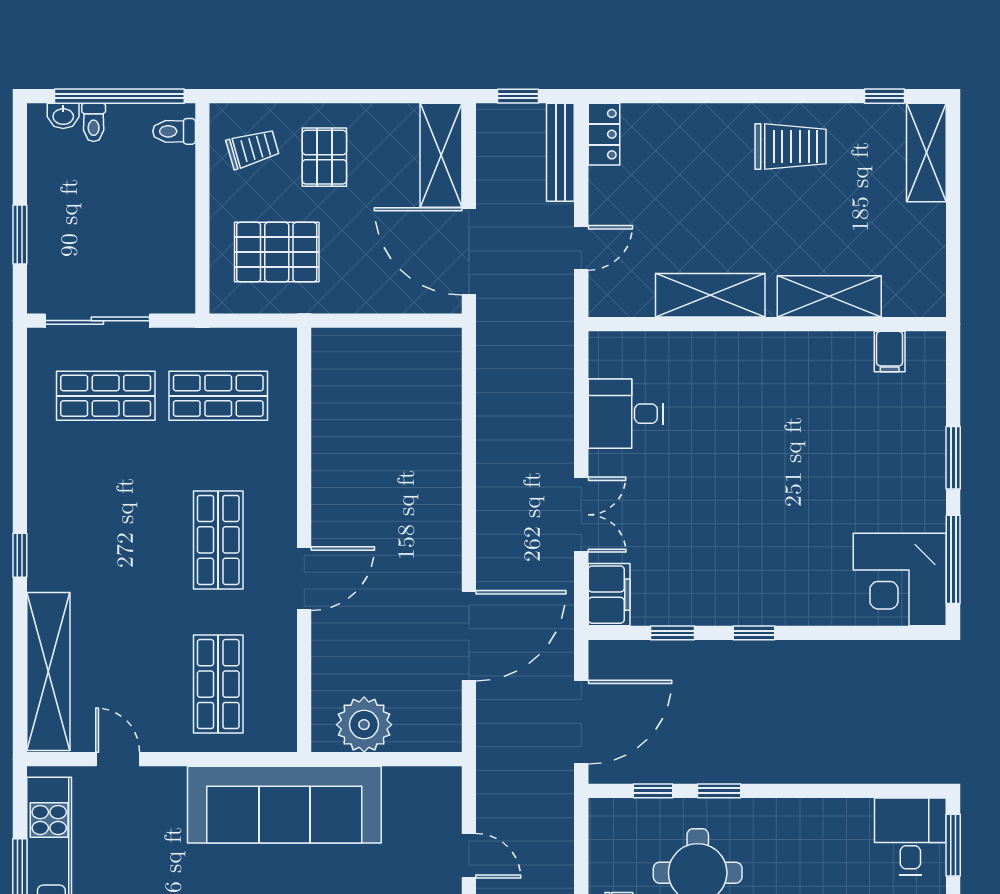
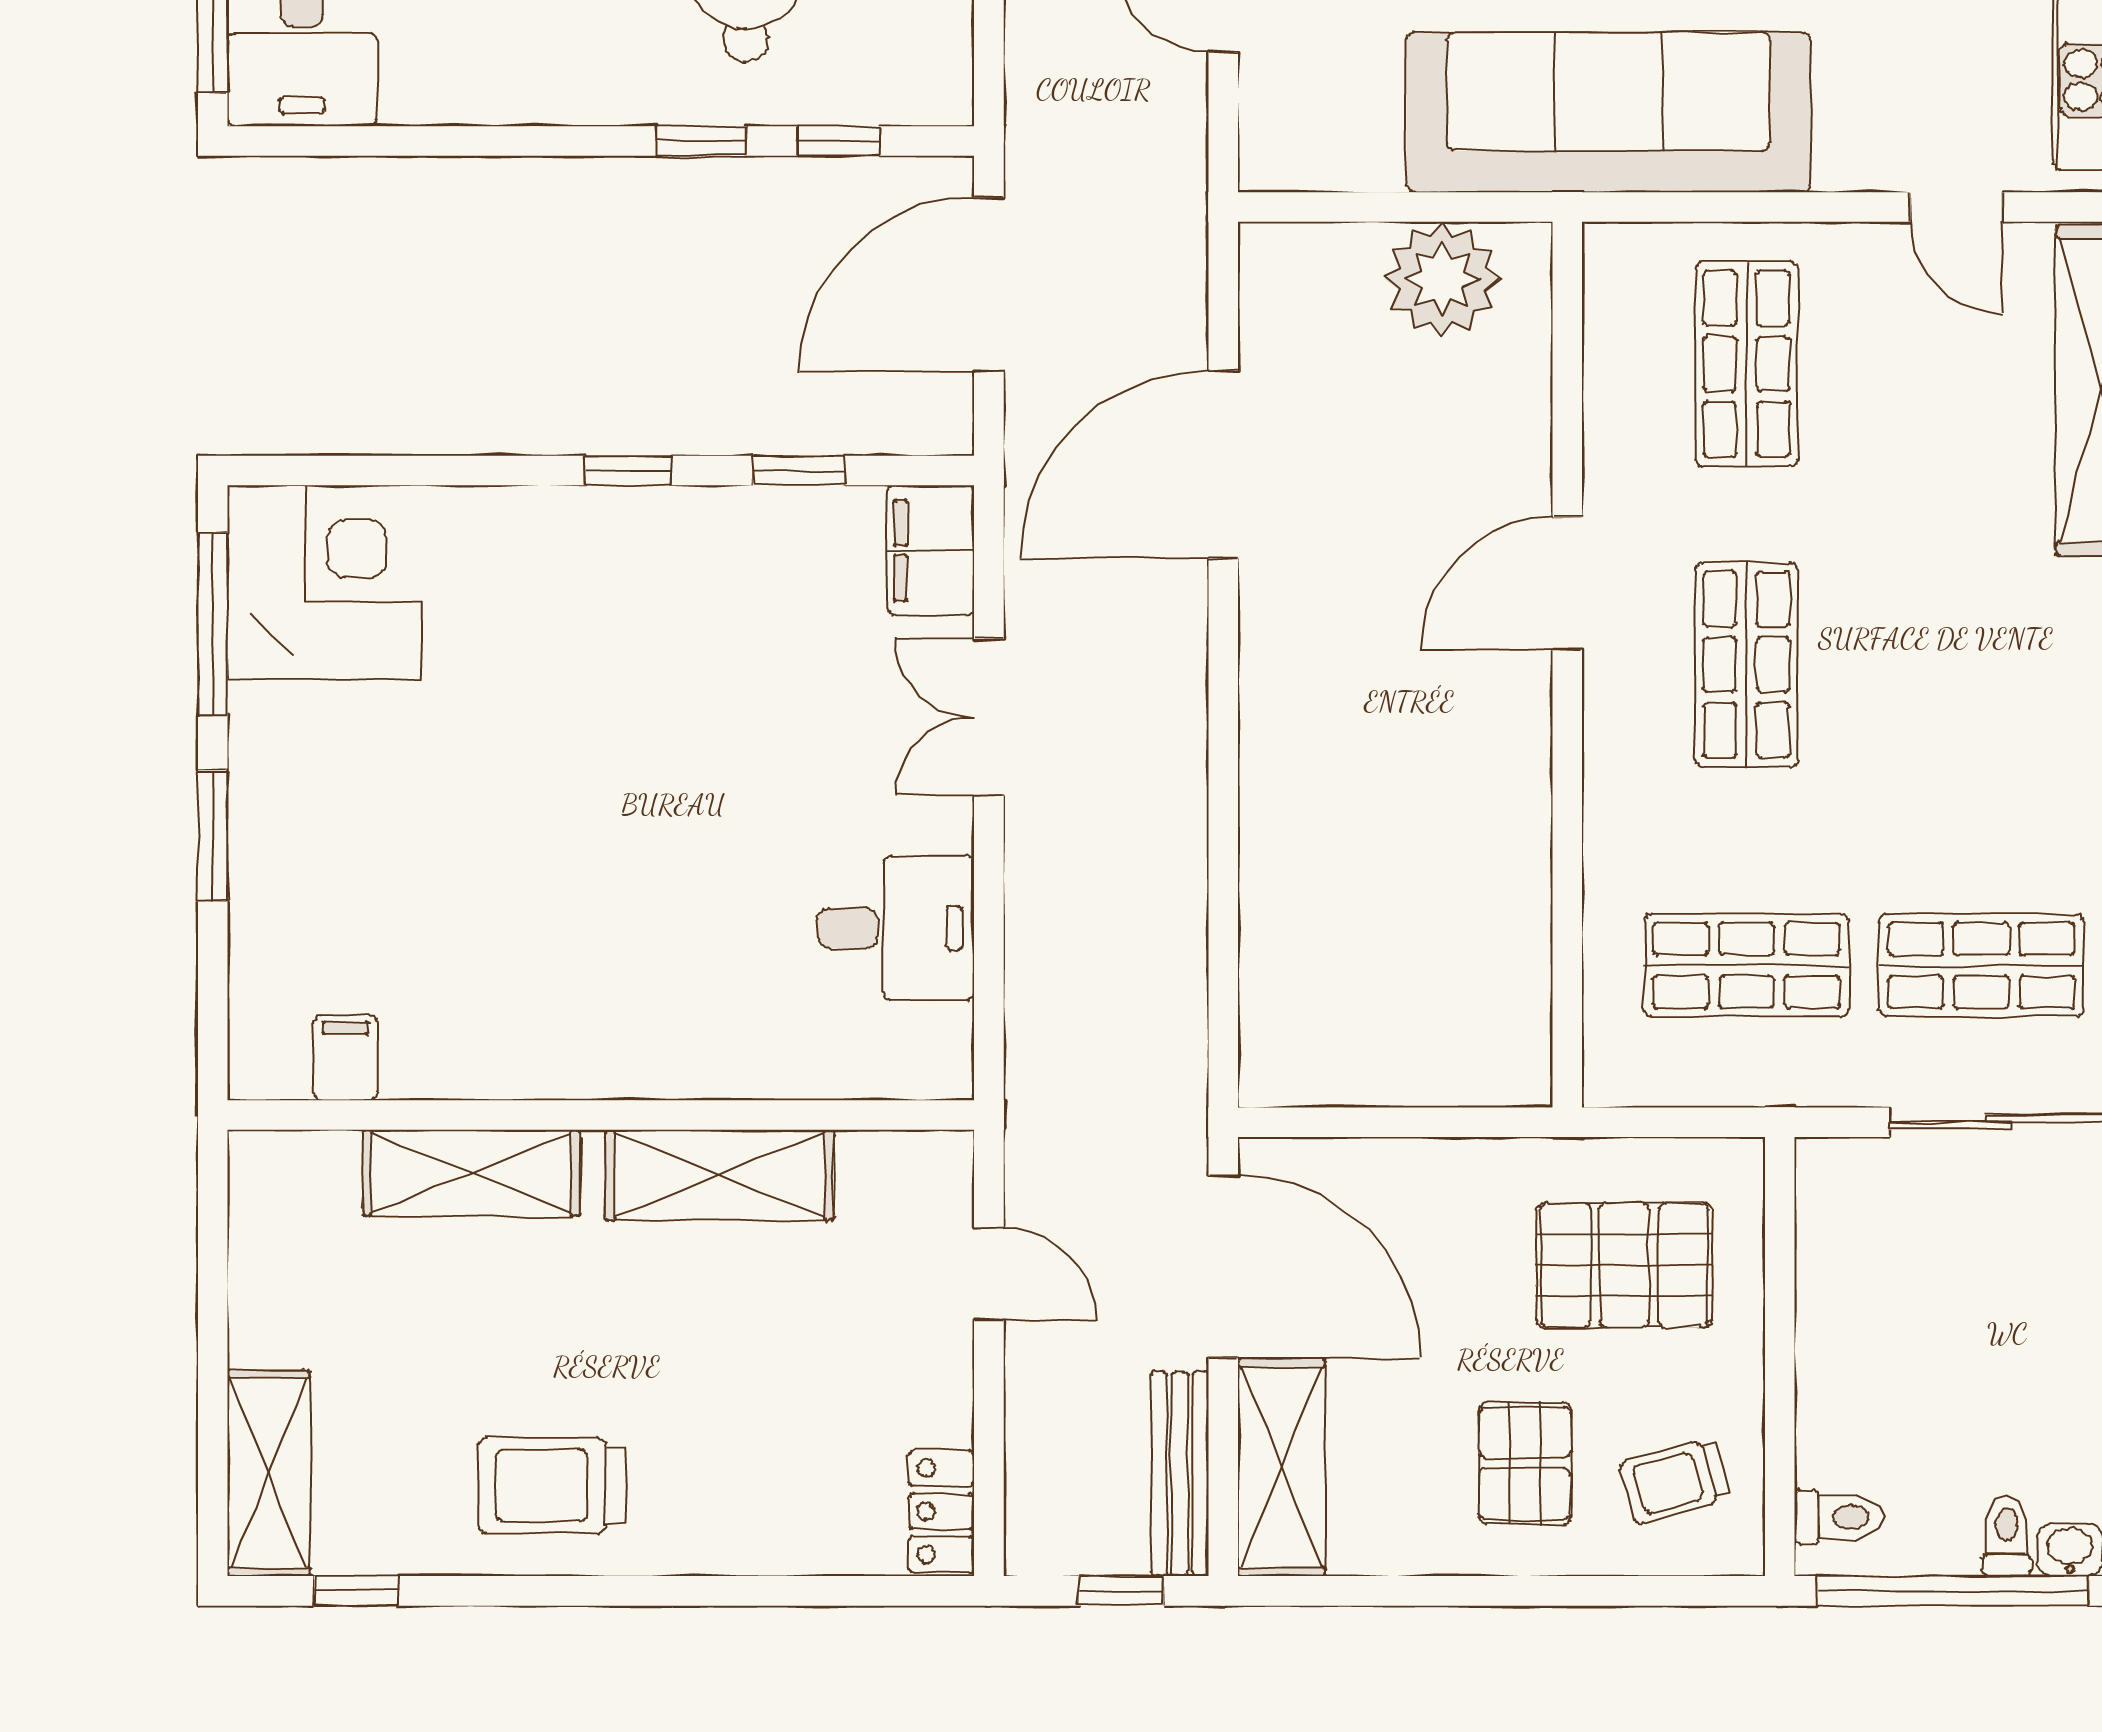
bench: (560, 152) -> (1180, 1474), moved
door: (581, 248) -> (989, 1274), swing flipped

